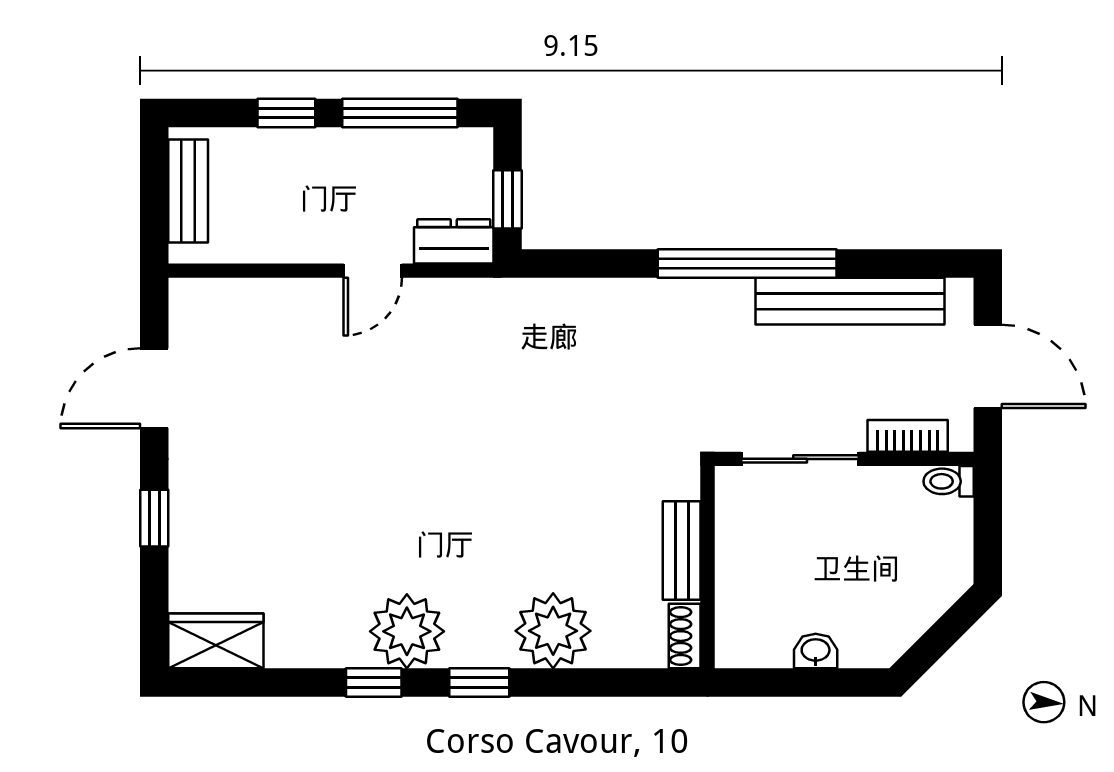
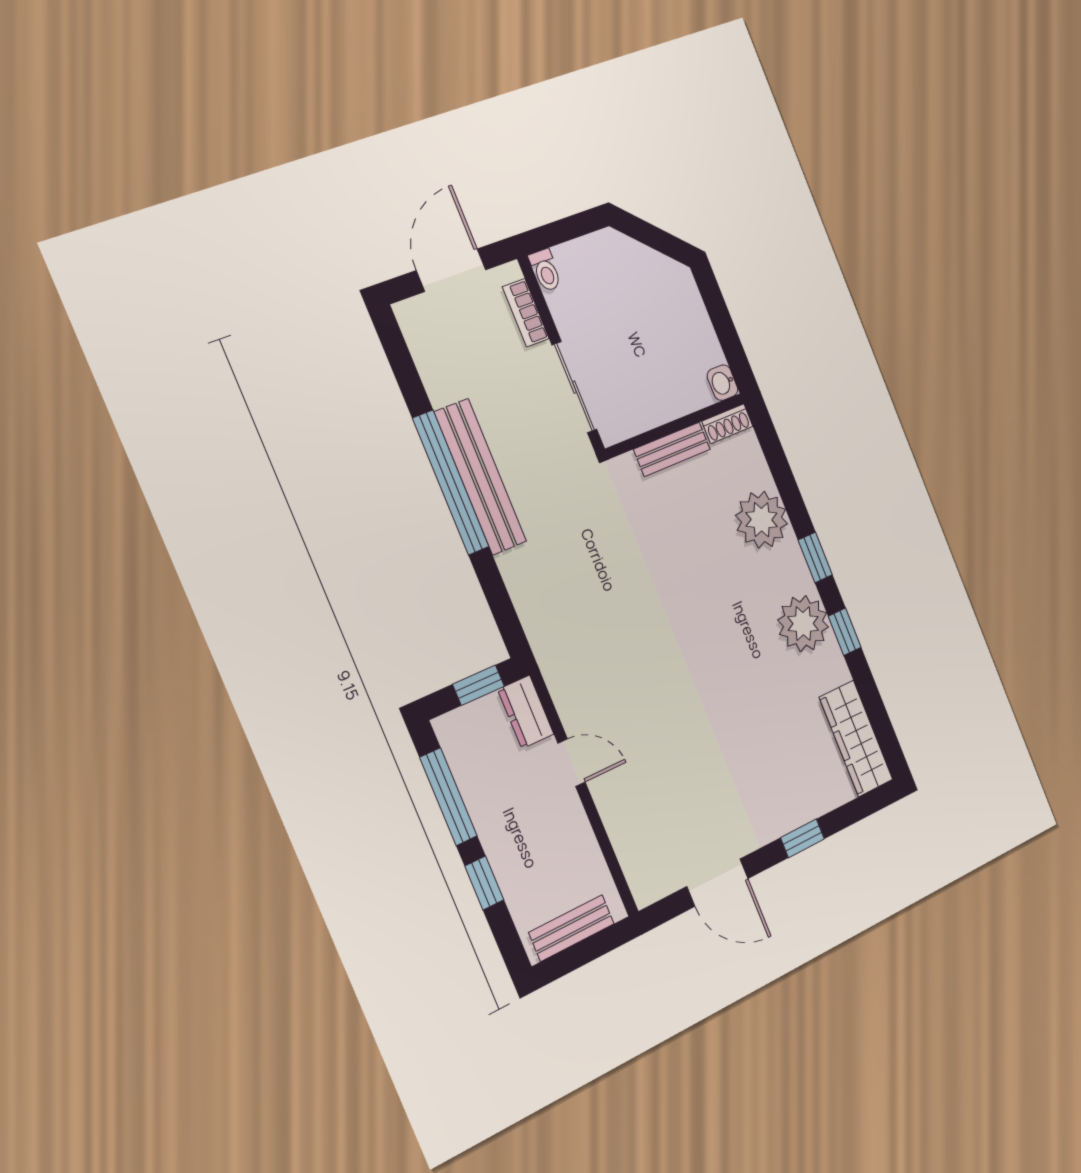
bench: (850, 301) -> (480, 477), moved
wardrobe: (216, 641) -> (856, 738), width x1.50
washbasin: (816, 651) -> (722, 383), moved

